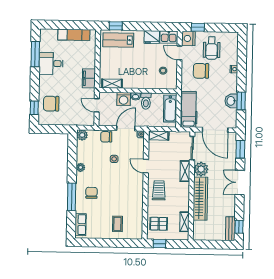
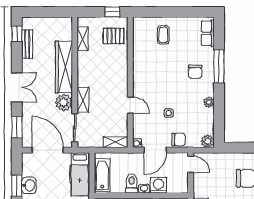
door: (97, 105) -> (191, 164), moved
trolley: (159, 190) -> (114, 76), removed
bench: (230, 229) -> (27, 44), moved

